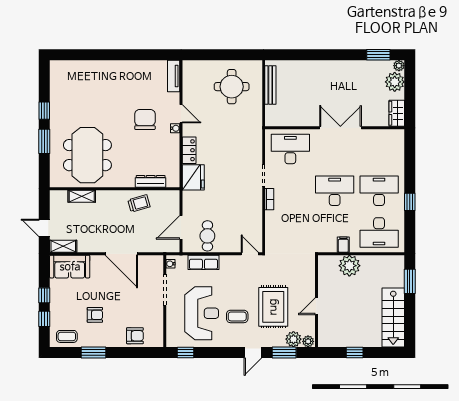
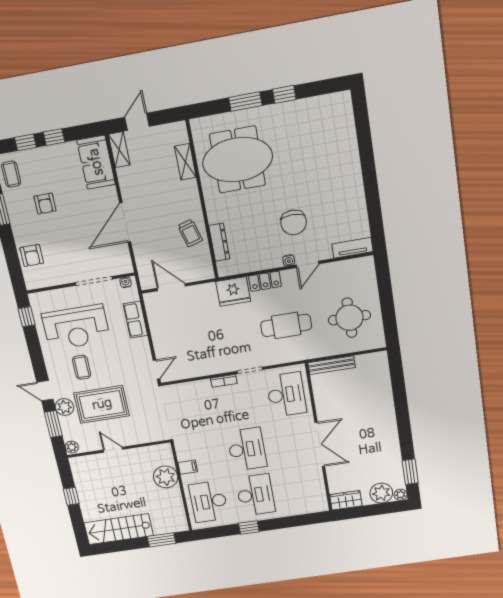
bench: (270, 85) -> (332, 365), moved
chair: (145, 120) -> (294, 223), turned 90
cafe table: (207, 236) -> (286, 325), moved, width x1.37, depth x1.35
plant: (293, 339) -> (64, 407), moved

